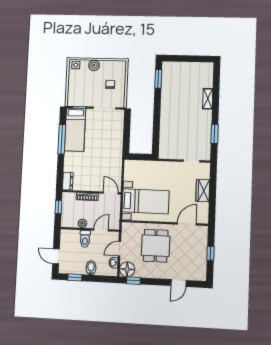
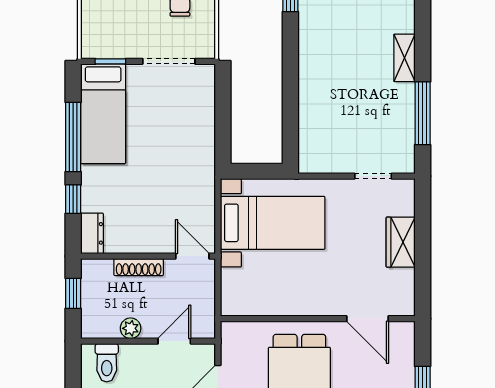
shelving: (208, 99) -> (404, 58), moved
window: (215, 134) -> (423, 113), width x1.44
window: (60, 166) -> (73, 199), added
bed with nightstands: (146, 201) -> (273, 223), moved
door: (187, 224) -> (368, 319), swing flipped
toilet: (85, 239) -> (107, 363), moved

